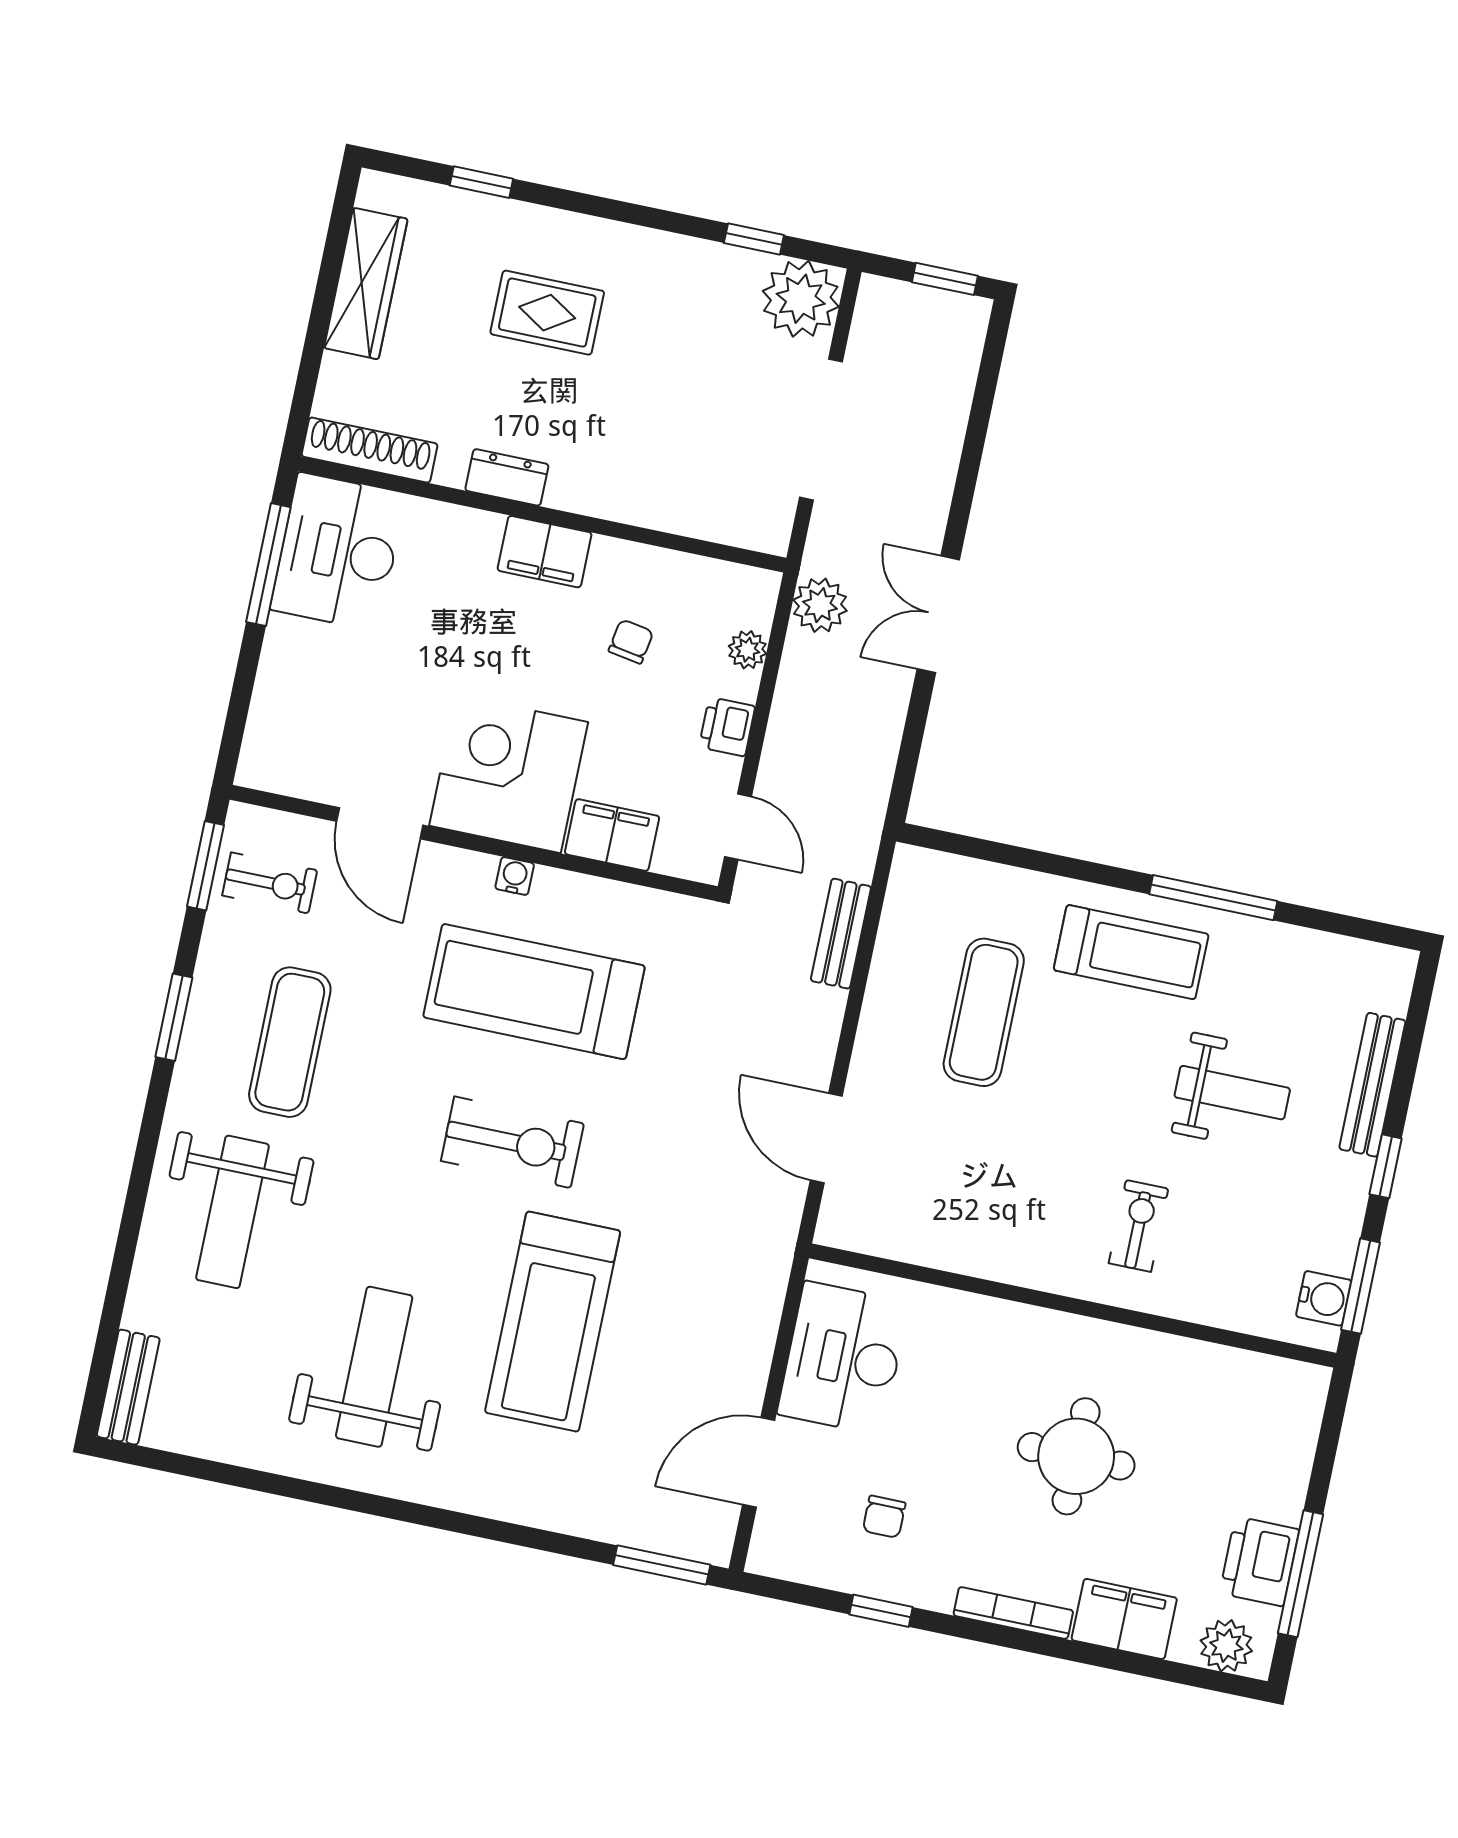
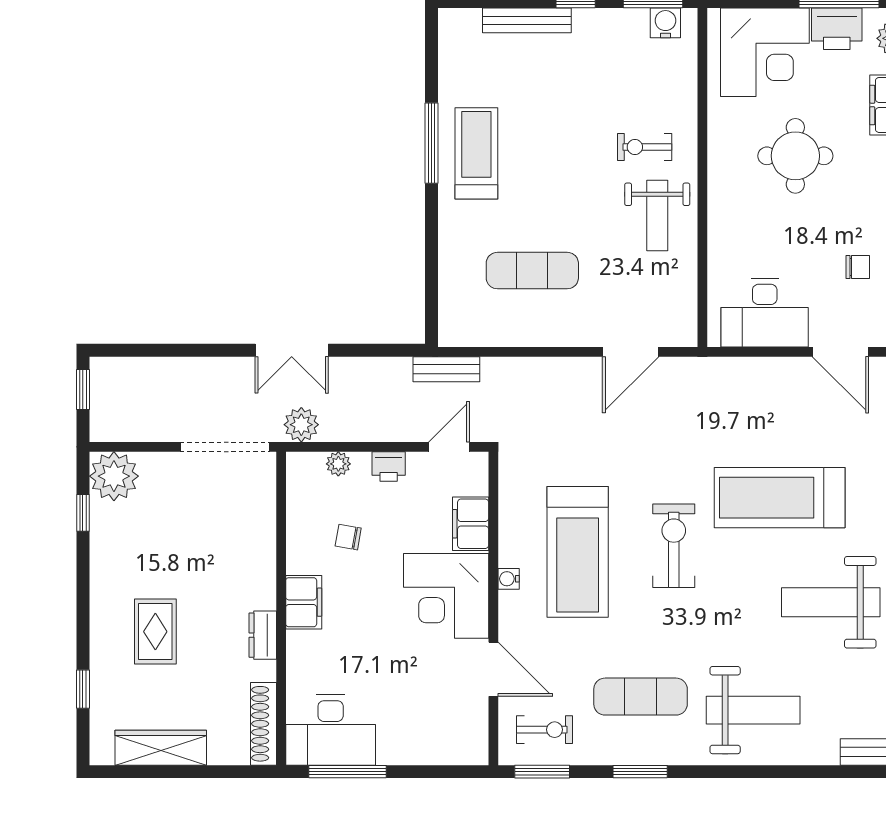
doorway: (821, 429) -> (225, 447), moved
door: (380, 823) -> (493, 669), hinge flipped
exercise bike: (270, 883) -> (545, 730), turned 90
bench: (841, 934) -> (446, 369), moved
treadmill: (1131, 952) -> (476, 153), moved
weight bench: (1232, 1093) -> (657, 216), moved, turned 180
treadmill: (553, 1322) -> (780, 498), turned 180
corner desk: (1246, 1442) -> (765, 52), added

